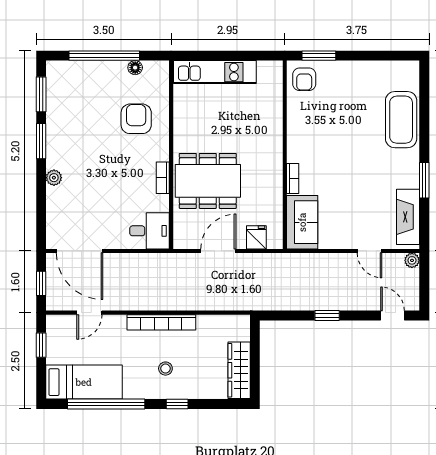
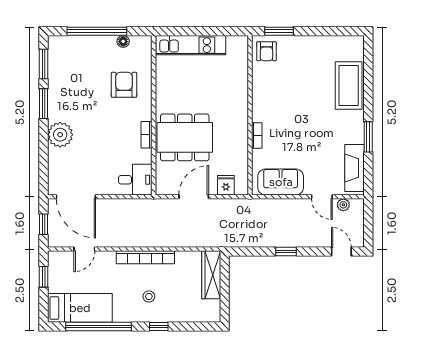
plant: (54, 178) -> (60, 135), width x1.87, depth x1.87
sofa: (302, 222) -> (281, 182), moved, turned -90
plant: (412, 260) -> (343, 205), moved
wardrobe: (239, 370) -> (211, 275), moved

